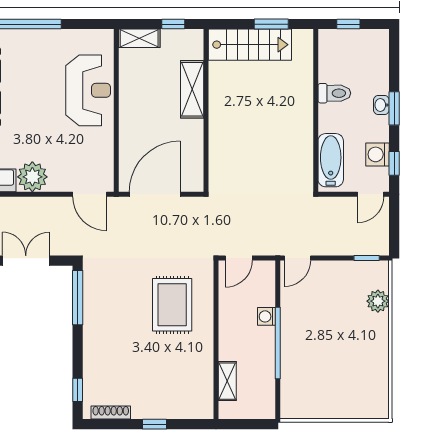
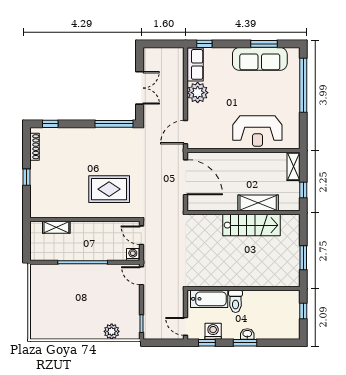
stairs: (250, 45) -> (251, 225), moved, turned -90
toilet: (334, 93) -> (236, 301), moved
washing machine: (266, 316) -> (133, 254), moved

